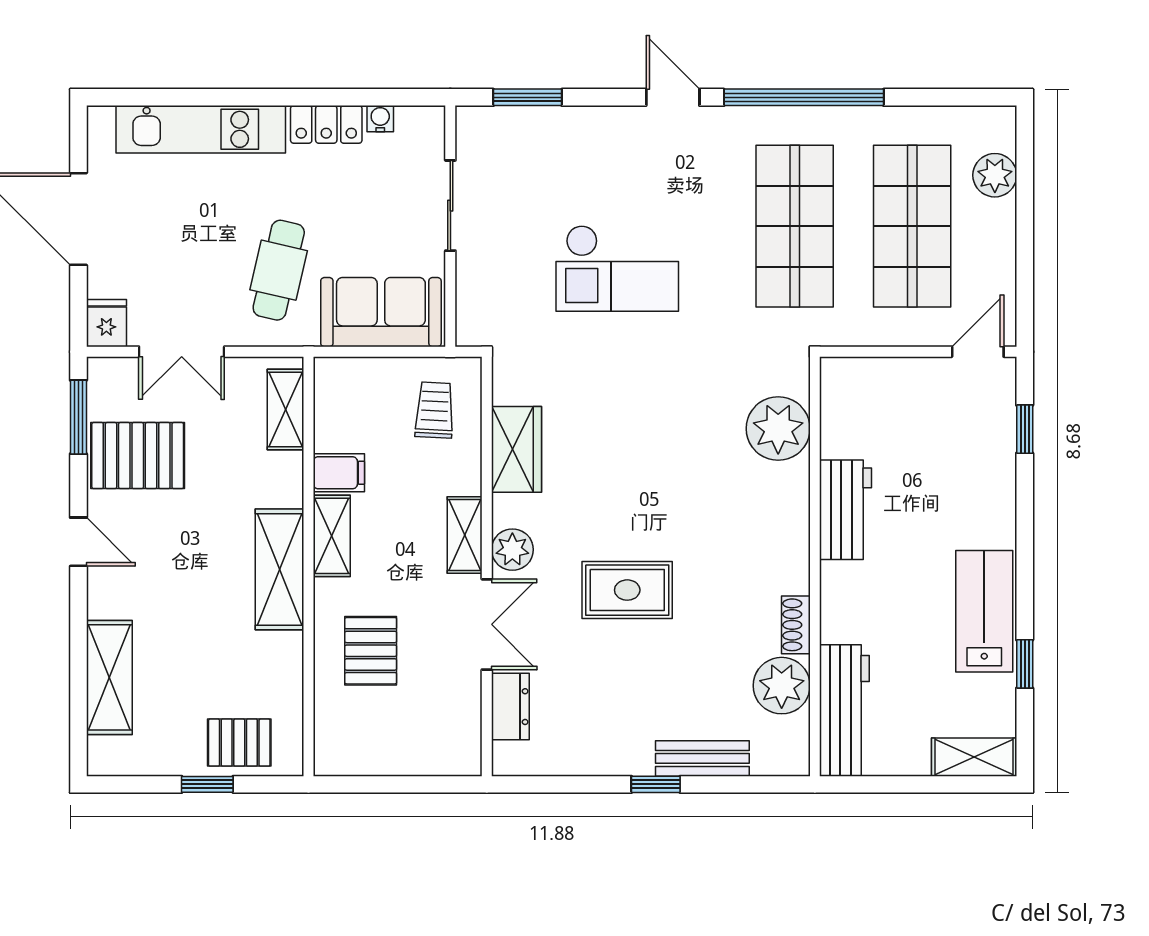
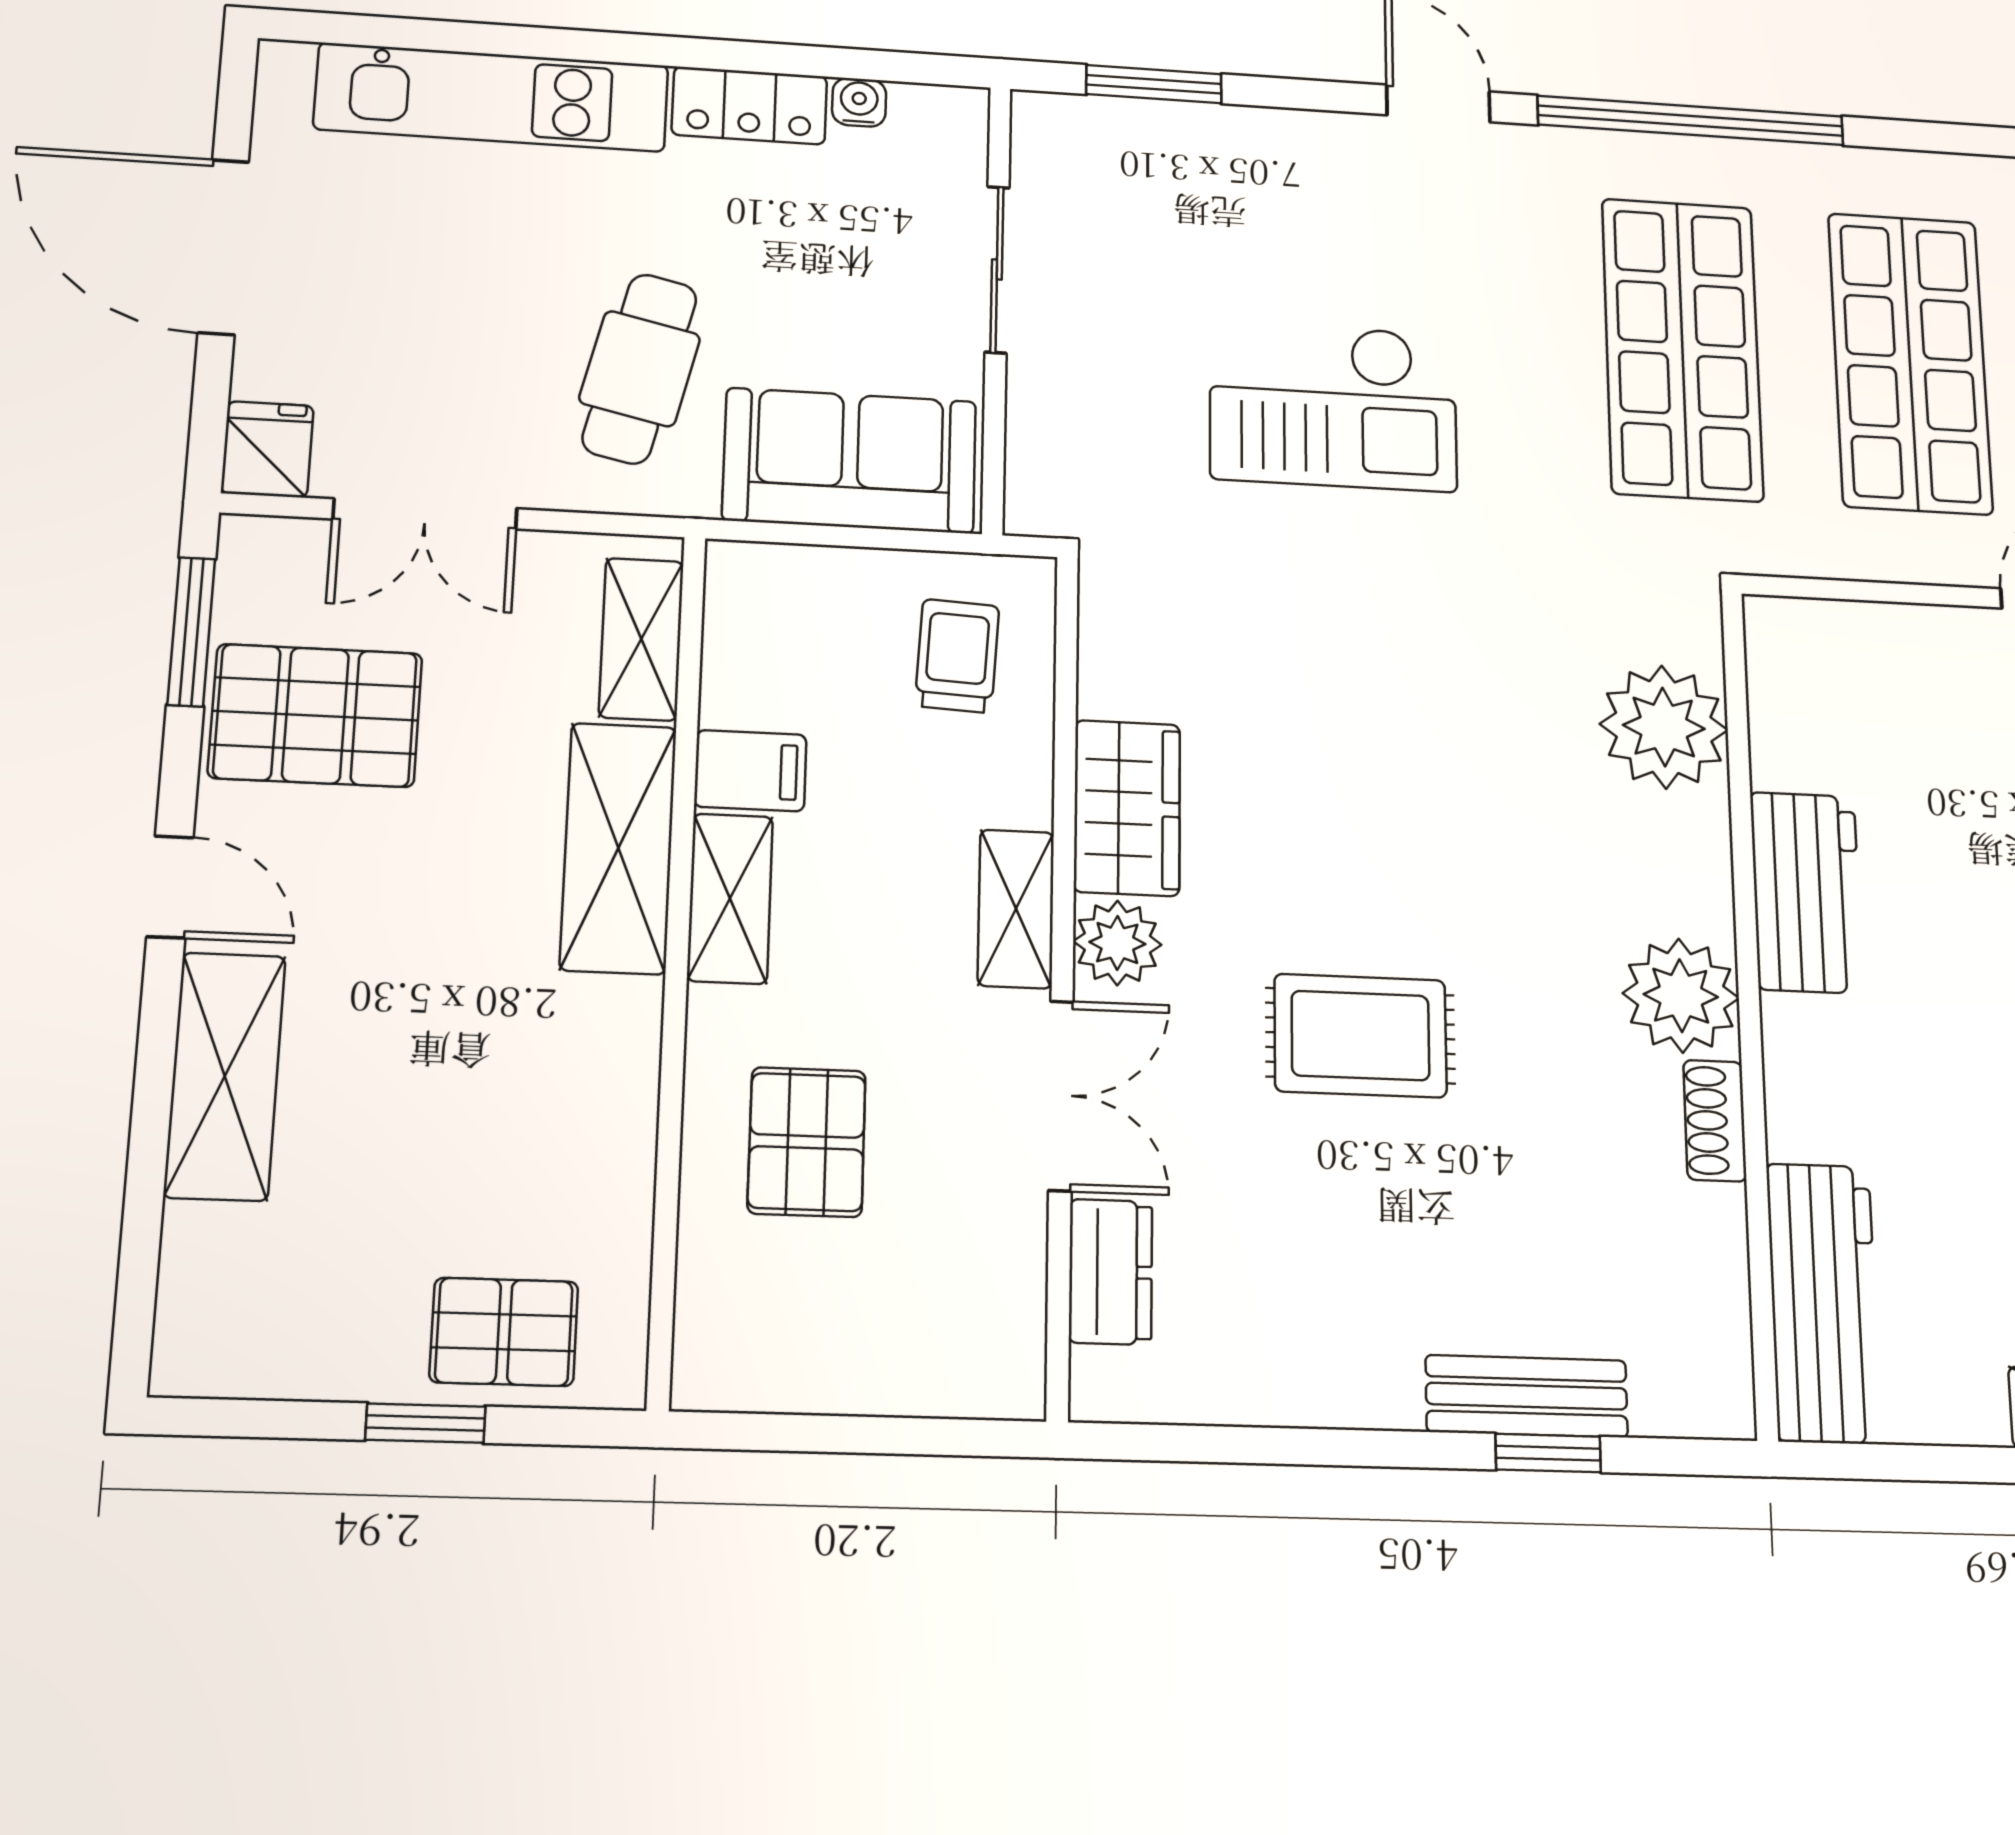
wardrobe: (517, 449) -> (1127, 808), moved
shelving: (279, 569) -> (618, 848), moved
shelving: (109, 677) -> (225, 1076), moved
plant: (782, 686) -> (1681, 996), moved
window: (656, 784) -> (1548, 1453), moved

